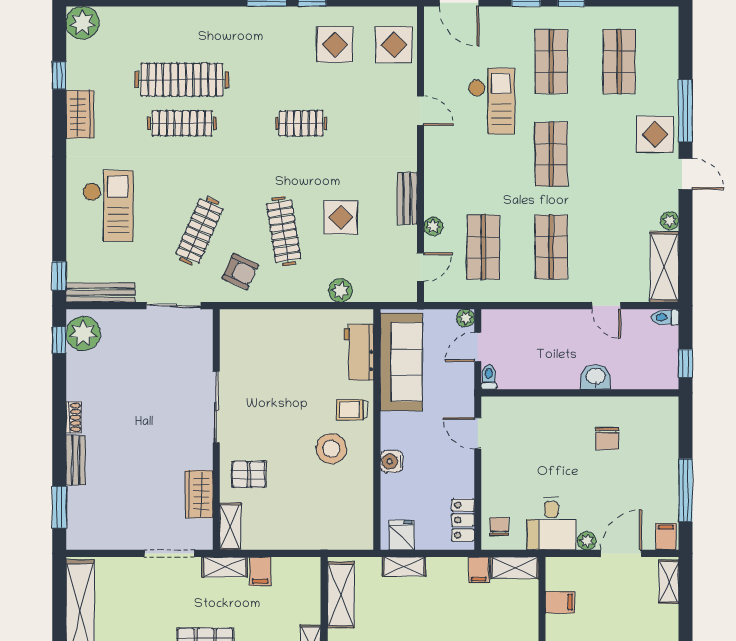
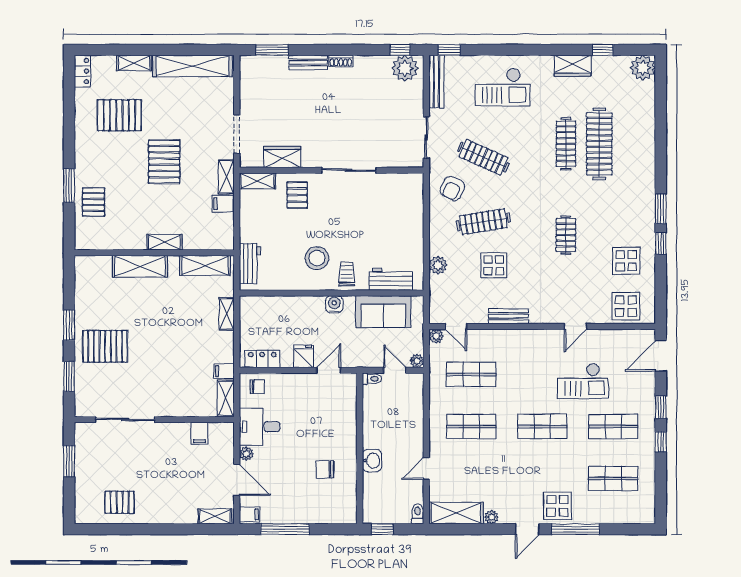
plant: (433, 226) -> (436, 336), moved
sofa: (401, 362) -> (383, 312), width x0.73
water cooler: (391, 461) -> (334, 304), moved
fridge: (402, 535) -> (304, 356), moved, turned -90
workbench: (338, 536) -> (250, 264), added

